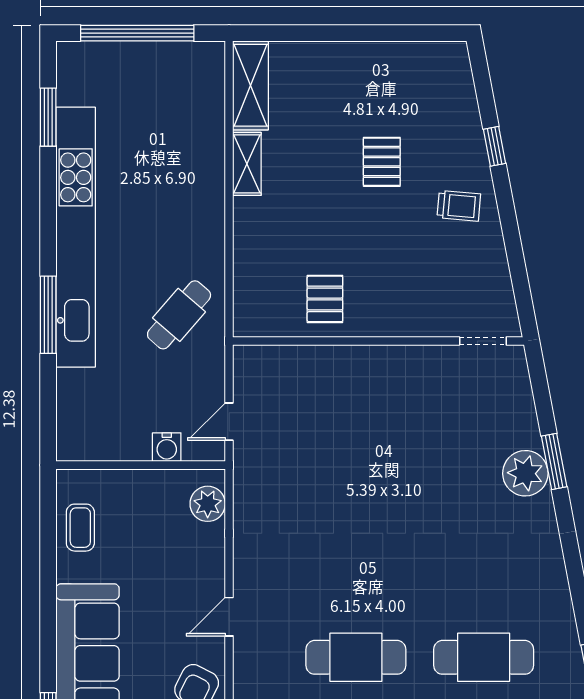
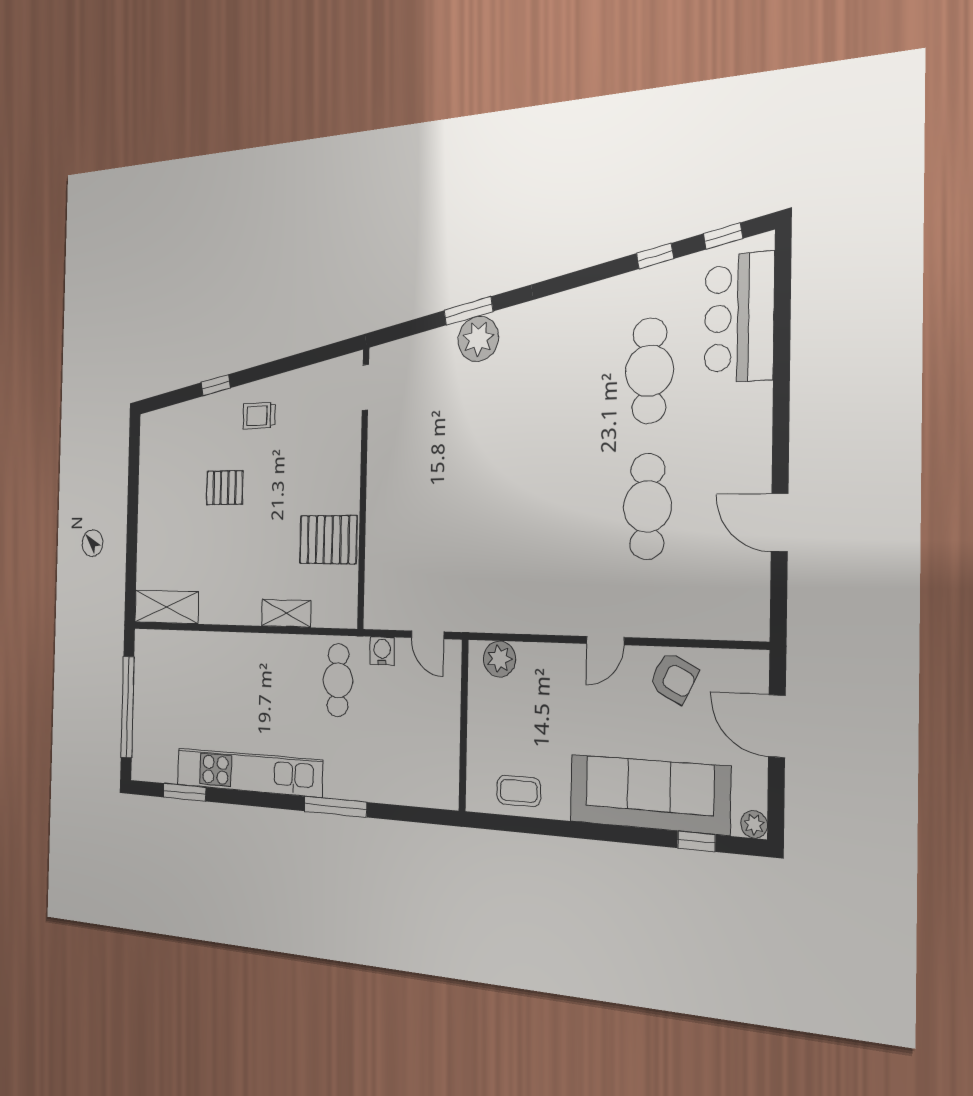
shelving: (247, 164) -> (286, 613), moved
trolley: (459, 206) -> (259, 416), turned -95
kitchen unit: (76, 237) -> (248, 773), width x0.73
pallet: (325, 299) -> (328, 540), width x1.50, depth x1.42
cafe table: (179, 315) -> (338, 680), turned 49
water cooler: (167, 447) -> (382, 651), moved, turned -90
door: (229, 617) -> (605, 641), hinge flipped

